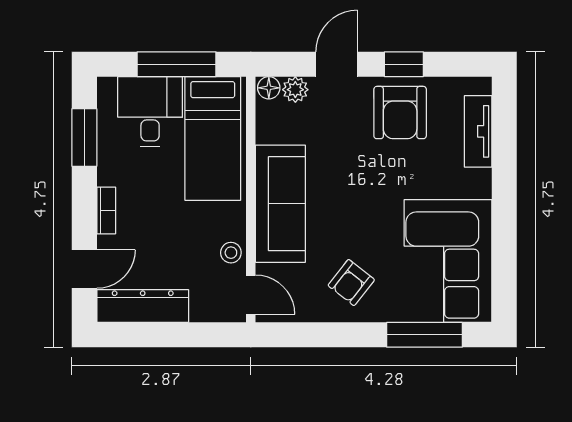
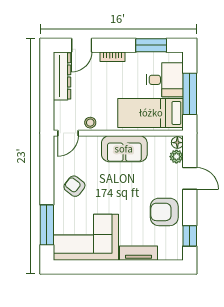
window: (404, 64) -> (190, 236), moved
tv unit: (478, 131) -> (139, 253), moved
sofa: (280, 204) -> (124, 149), width x0.73
door: (84, 269) -> (82, 45), hinge flipped

